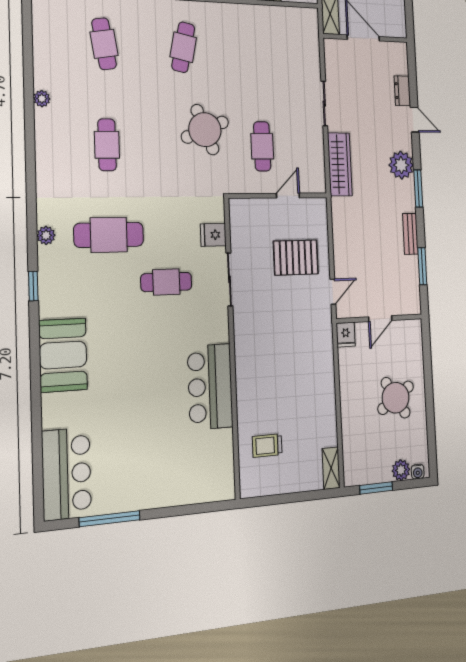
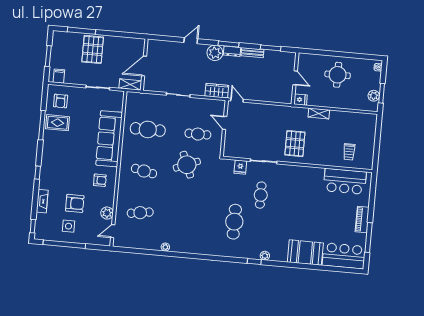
dresser: (402, 91) -> (232, 51), moved
cafe table: (107, 145) -> (148, 129), moved, width x1.37, depth x1.35
wardrobe: (340, 164) -> (217, 91), width x0.67
plant: (46, 235) -> (265, 256), moved
pallet: (296, 258) -> (295, 144), moved
door: (333, 292) -> (237, 100), moved
booth: (63, 355) -> (305, 253), moved
bar counter: (210, 387) -> (345, 181), moved
round table: (396, 398) -> (338, 75), turned 33
shelving: (331, 468) -> (319, 113), moved
plant: (401, 470) -> (374, 96), moved
piano: (144, 498) -> (362, 220), added

